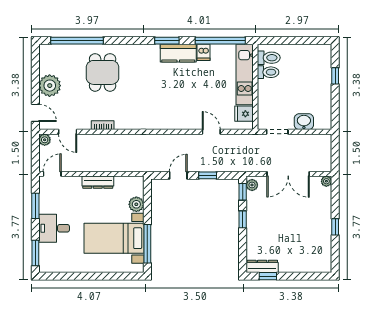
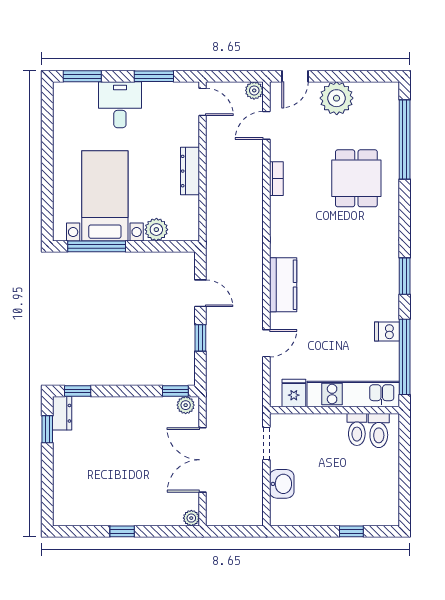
kitchen counter: (178, 53) -> (283, 285), moved, turned 180
dining table: (103, 72) -> (356, 178), turned 90
window: (243, 219) -> (78, 391), moved
dresser: (262, 266) -> (62, 413), width x0.70

